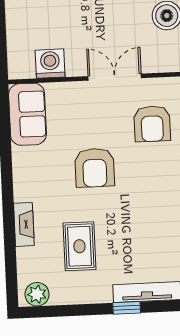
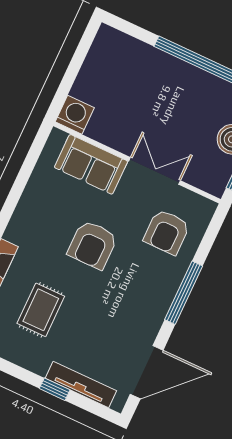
washing machine: (50, 64) -> (75, 115), moved
sofa: (27, 114) -> (91, 164), moved, turned 90

